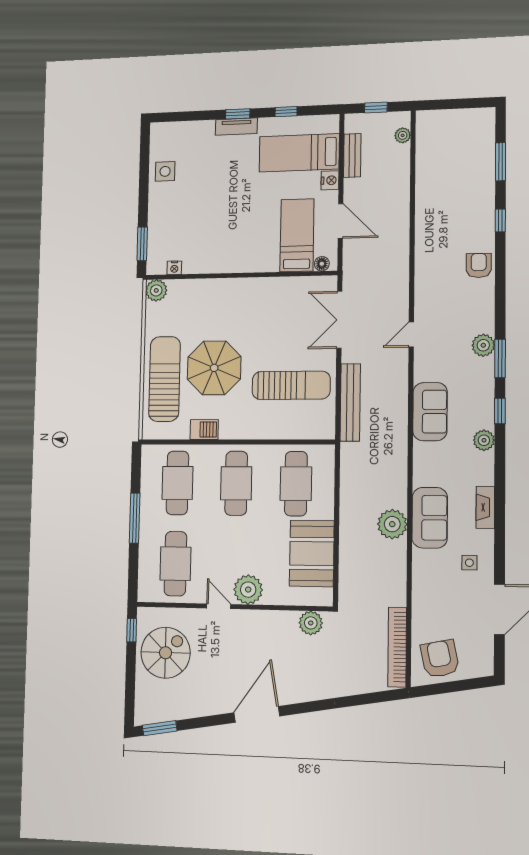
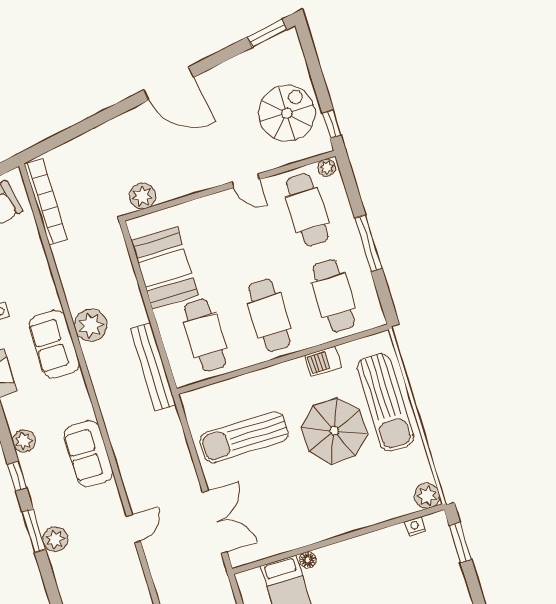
floor lamp: (322, 264) -> (308, 560), moved
bench: (350, 403) -> (153, 367), moved
plant: (248, 590) -> (327, 168), moved, width x0.53, depth x0.53
spiral stairs: (166, 653) -> (287, 113), turned 180
door: (257, 714) -> (168, 84), hinge flipped

